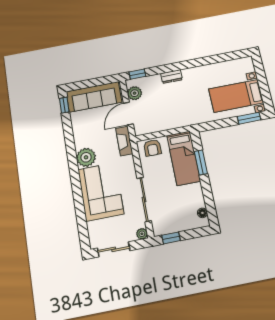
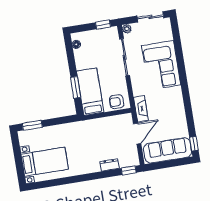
dresser: (171, 77) -> (109, 165), moved
plant: (135, 93) -> (131, 152), removed
bed with nightstands: (236, 96) -> (45, 162), moved
armchair: (152, 148) -> (117, 102), turned -90
plant: (86, 157) -> (174, 95), removed

